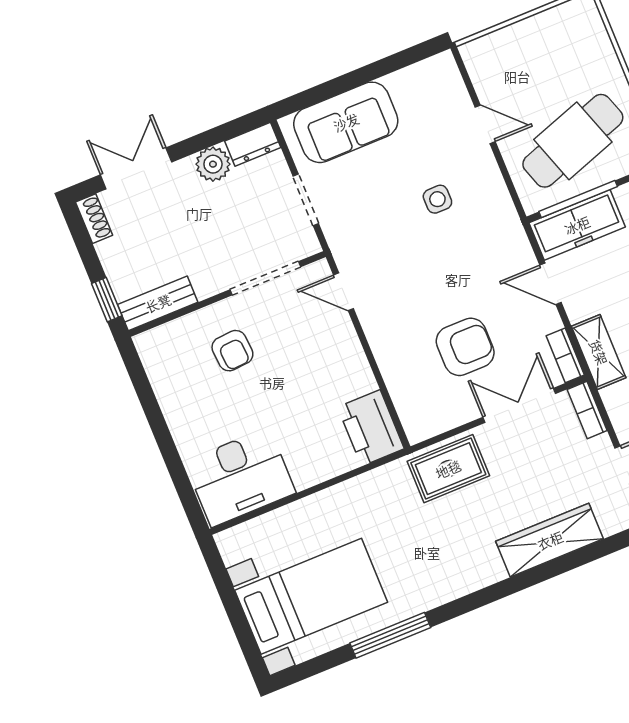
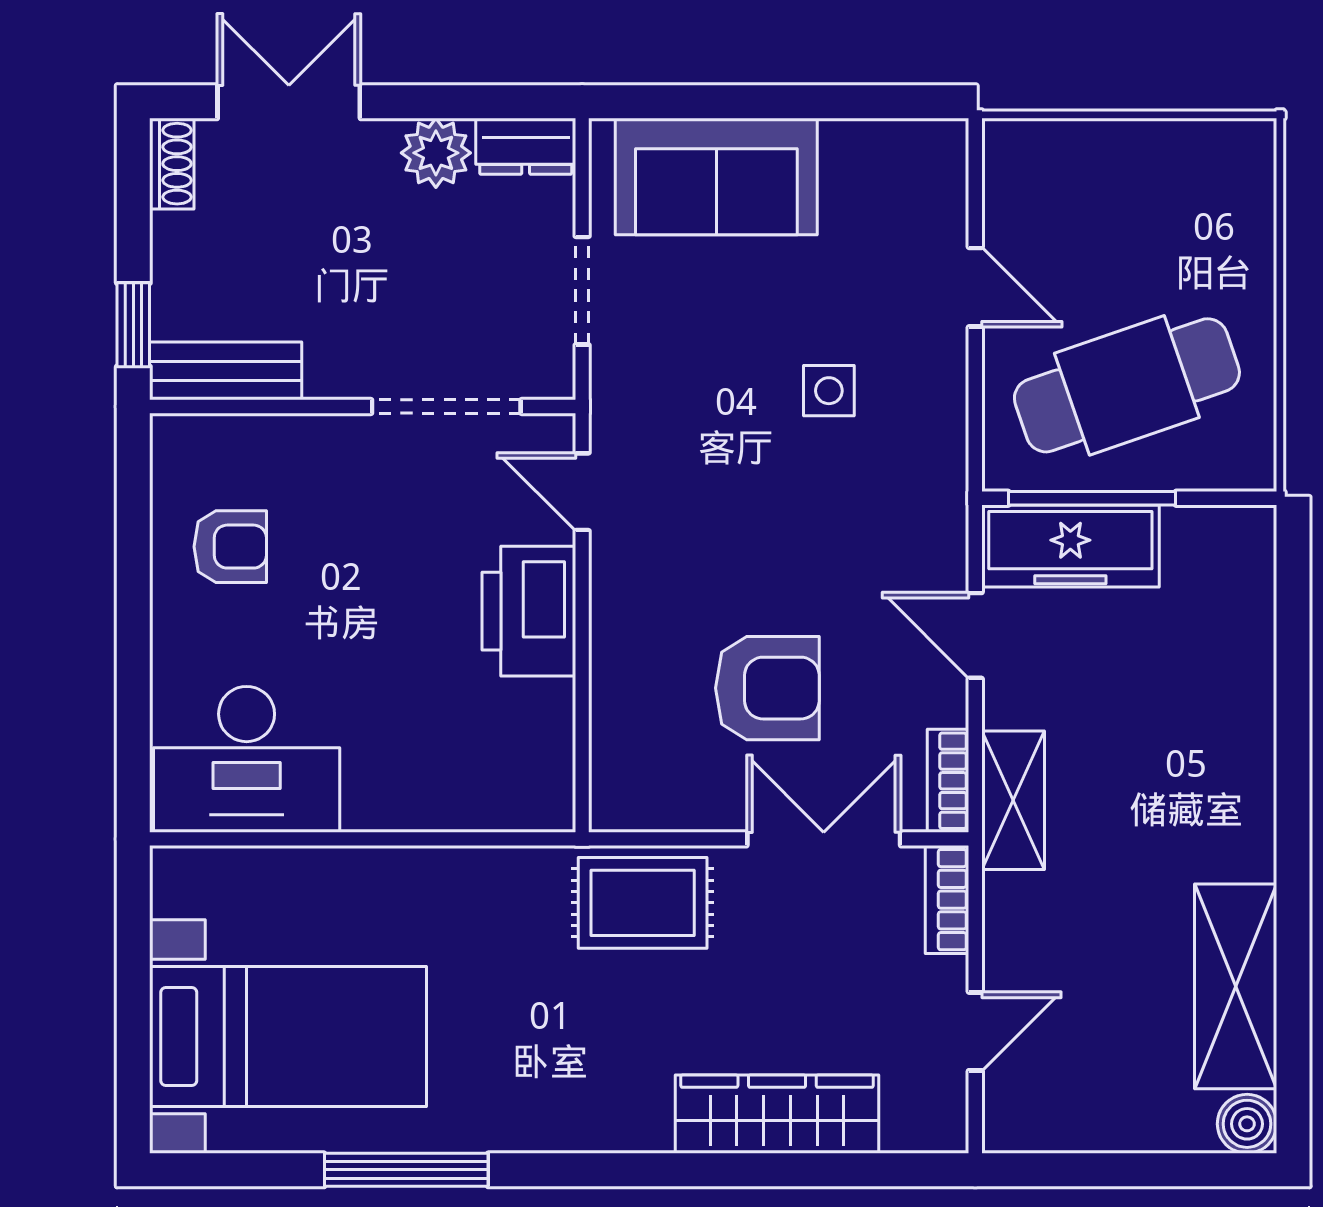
armchair: (232, 351) -> (230, 547), moved, turned -86
printer: (371, 428) -> (529, 611), moved

